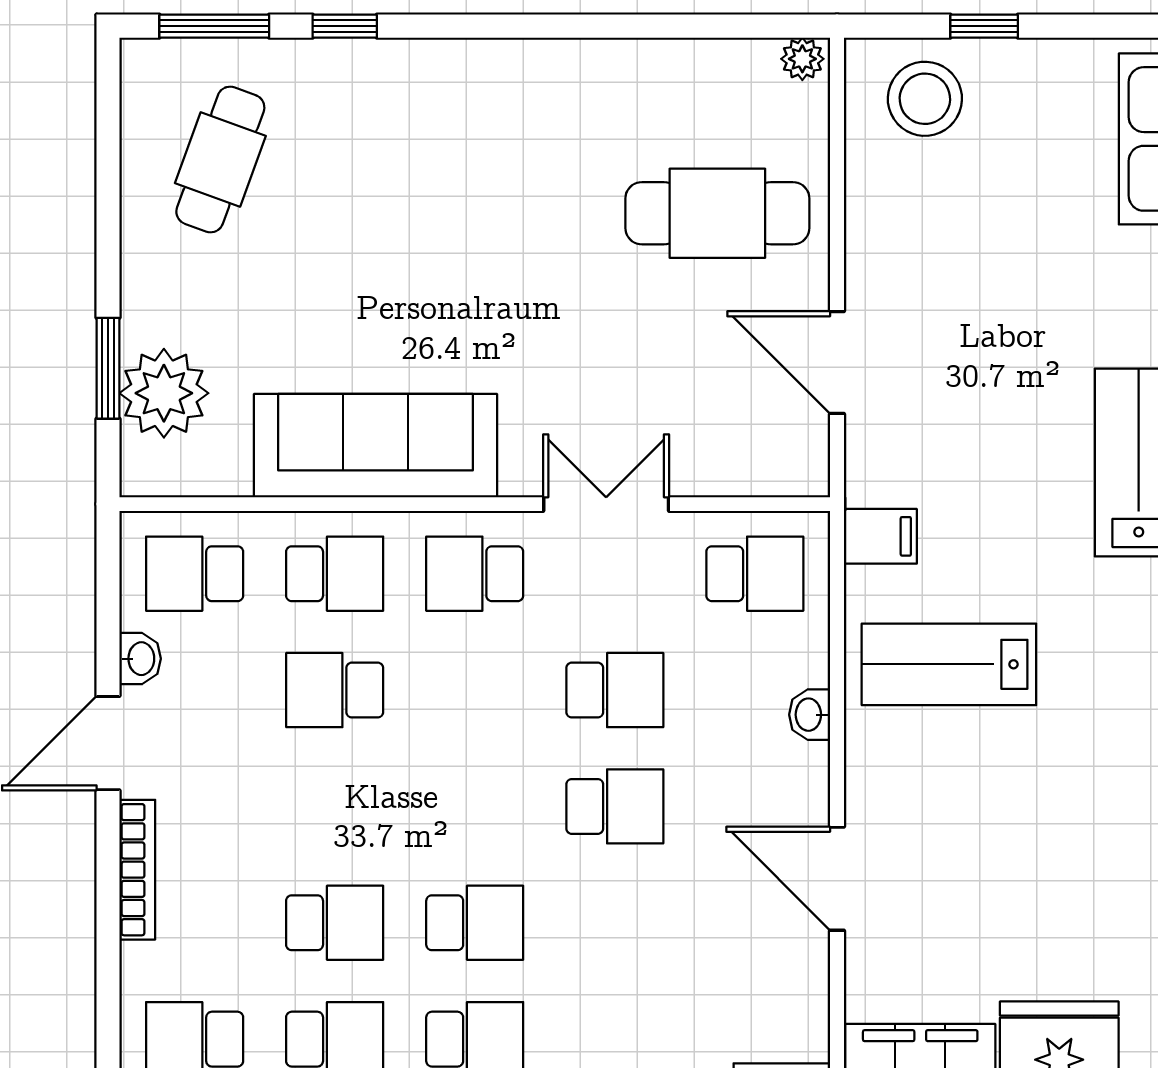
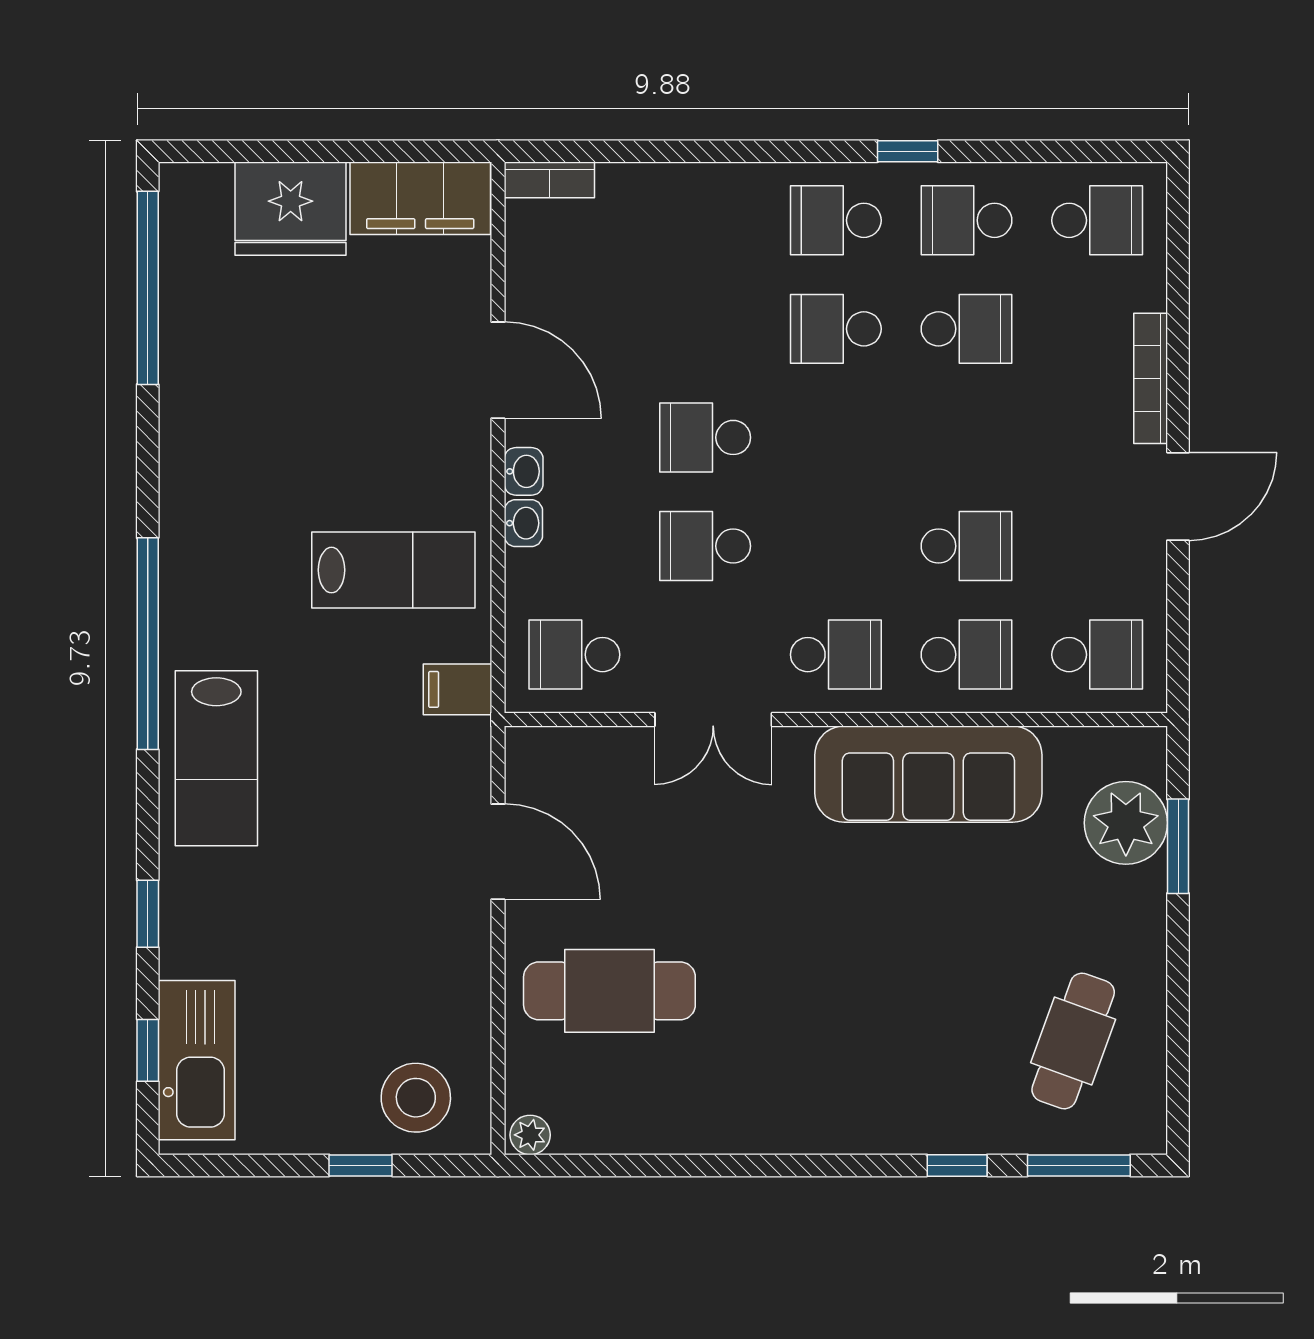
school desk: (335, 574) -> (966, 655), turned 180
washbasin: (140, 659) -> (524, 471), moved, turned 180
school desk: (335, 923) -> (966, 329), turned 180

